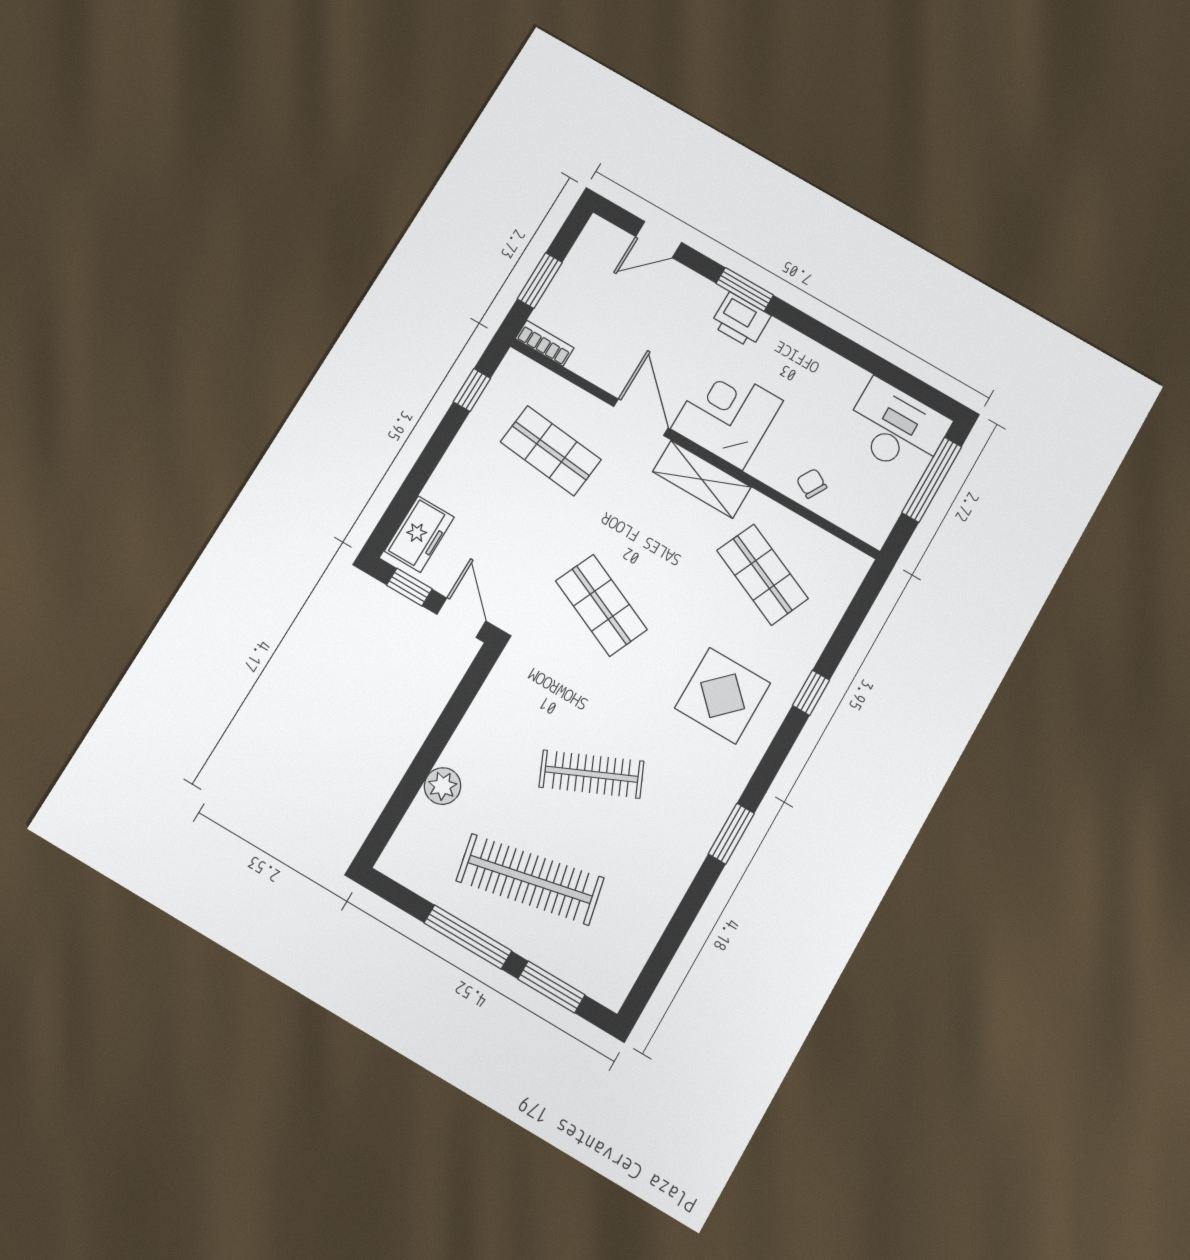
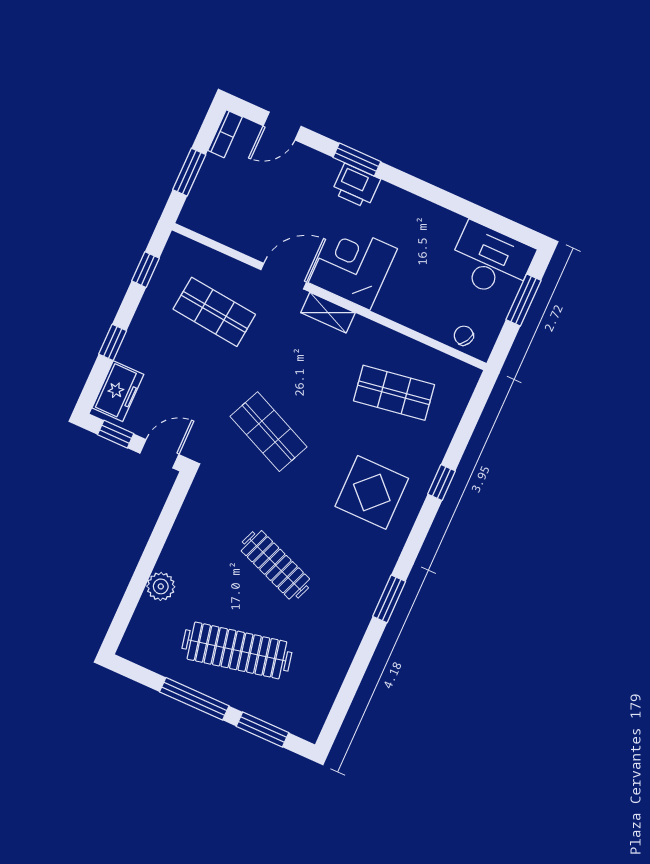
bookcase: (545, 343) -> (225, 134), moved, turned 90
door: (641, 417) -> (284, 276), hinge flipped
window: (420, 474) -> (113, 342), added
shelving: (702, 479) -> (328, 313), width x0.67, depth x0.75
window: (932, 480) -> (524, 300), width x0.69
chair: (812, 483) -> (464, 336), moved
shop shelf: (763, 575) -> (394, 393), turned -33
door: (461, 618) -> (159, 454), hinge flipped
clothes rail: (592, 774) -> (275, 565), turned 45

